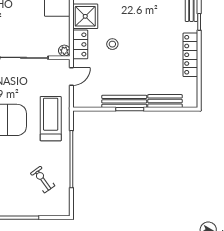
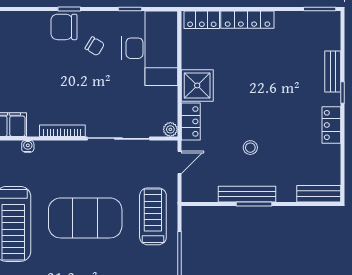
stool: (112, 44) -> (250, 148), moved
locker: (190, 55) -> (331, 125), width x0.66
bench: (165, 101) -> (319, 194), moved

